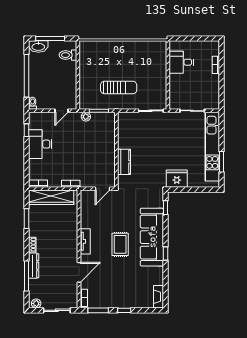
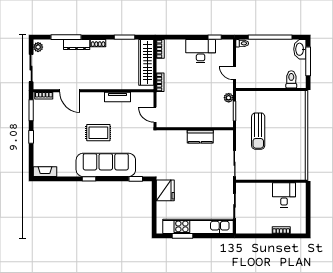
kitchen counter: (124, 162) -> (200, 137), moved
tv unit: (85, 241) -> (117, 97), moved

